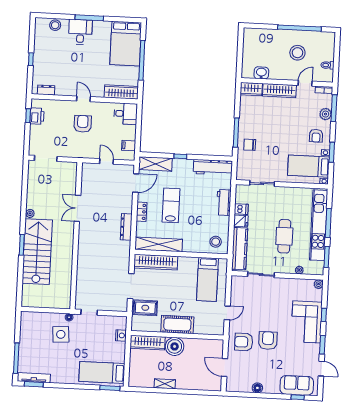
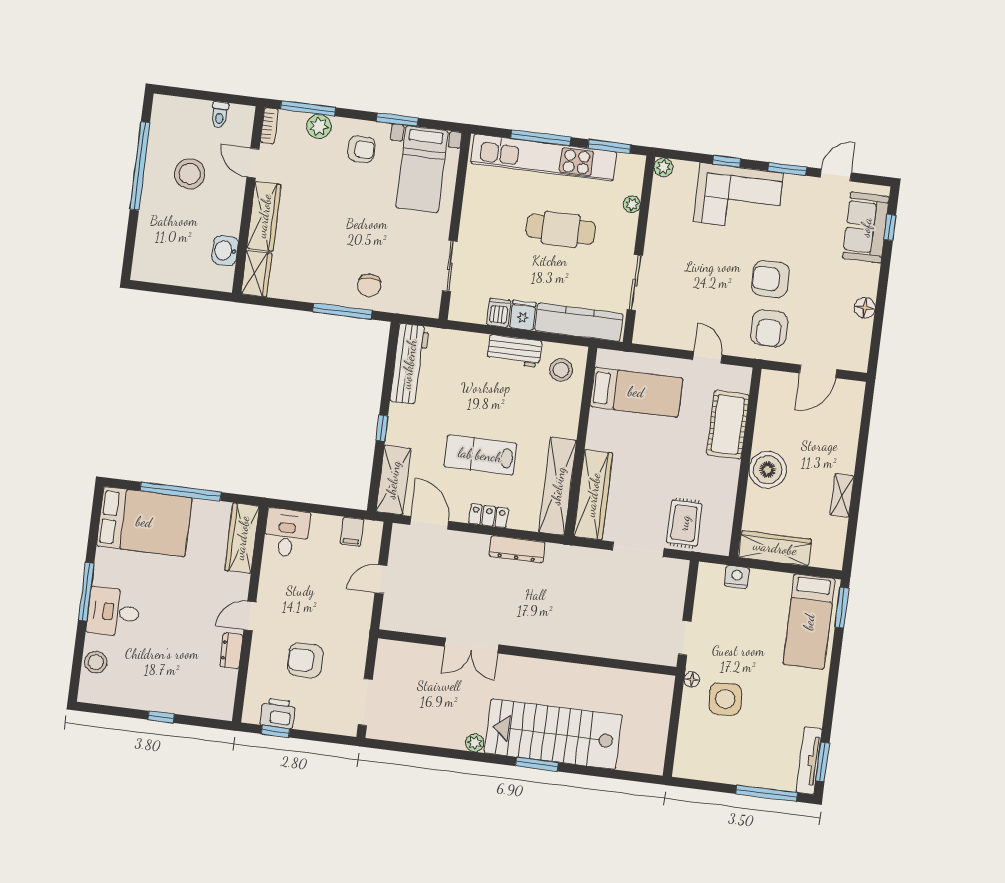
dresser: (46, 90) -> (231, 651), moved
armchair: (83, 124) -> (305, 660), moved
workbench: (224, 202) -> (514, 351), moved
cot: (177, 324) -> (728, 425), moved
wardrobe: (147, 343) -> (775, 548), moved, turned -90

